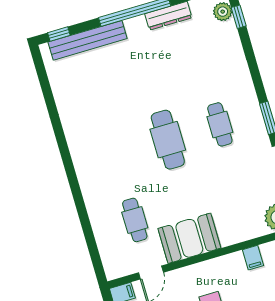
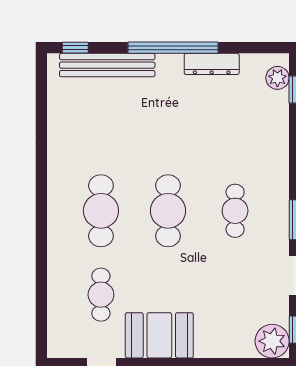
cafe table: (116, 155) -> (101, 211), added

